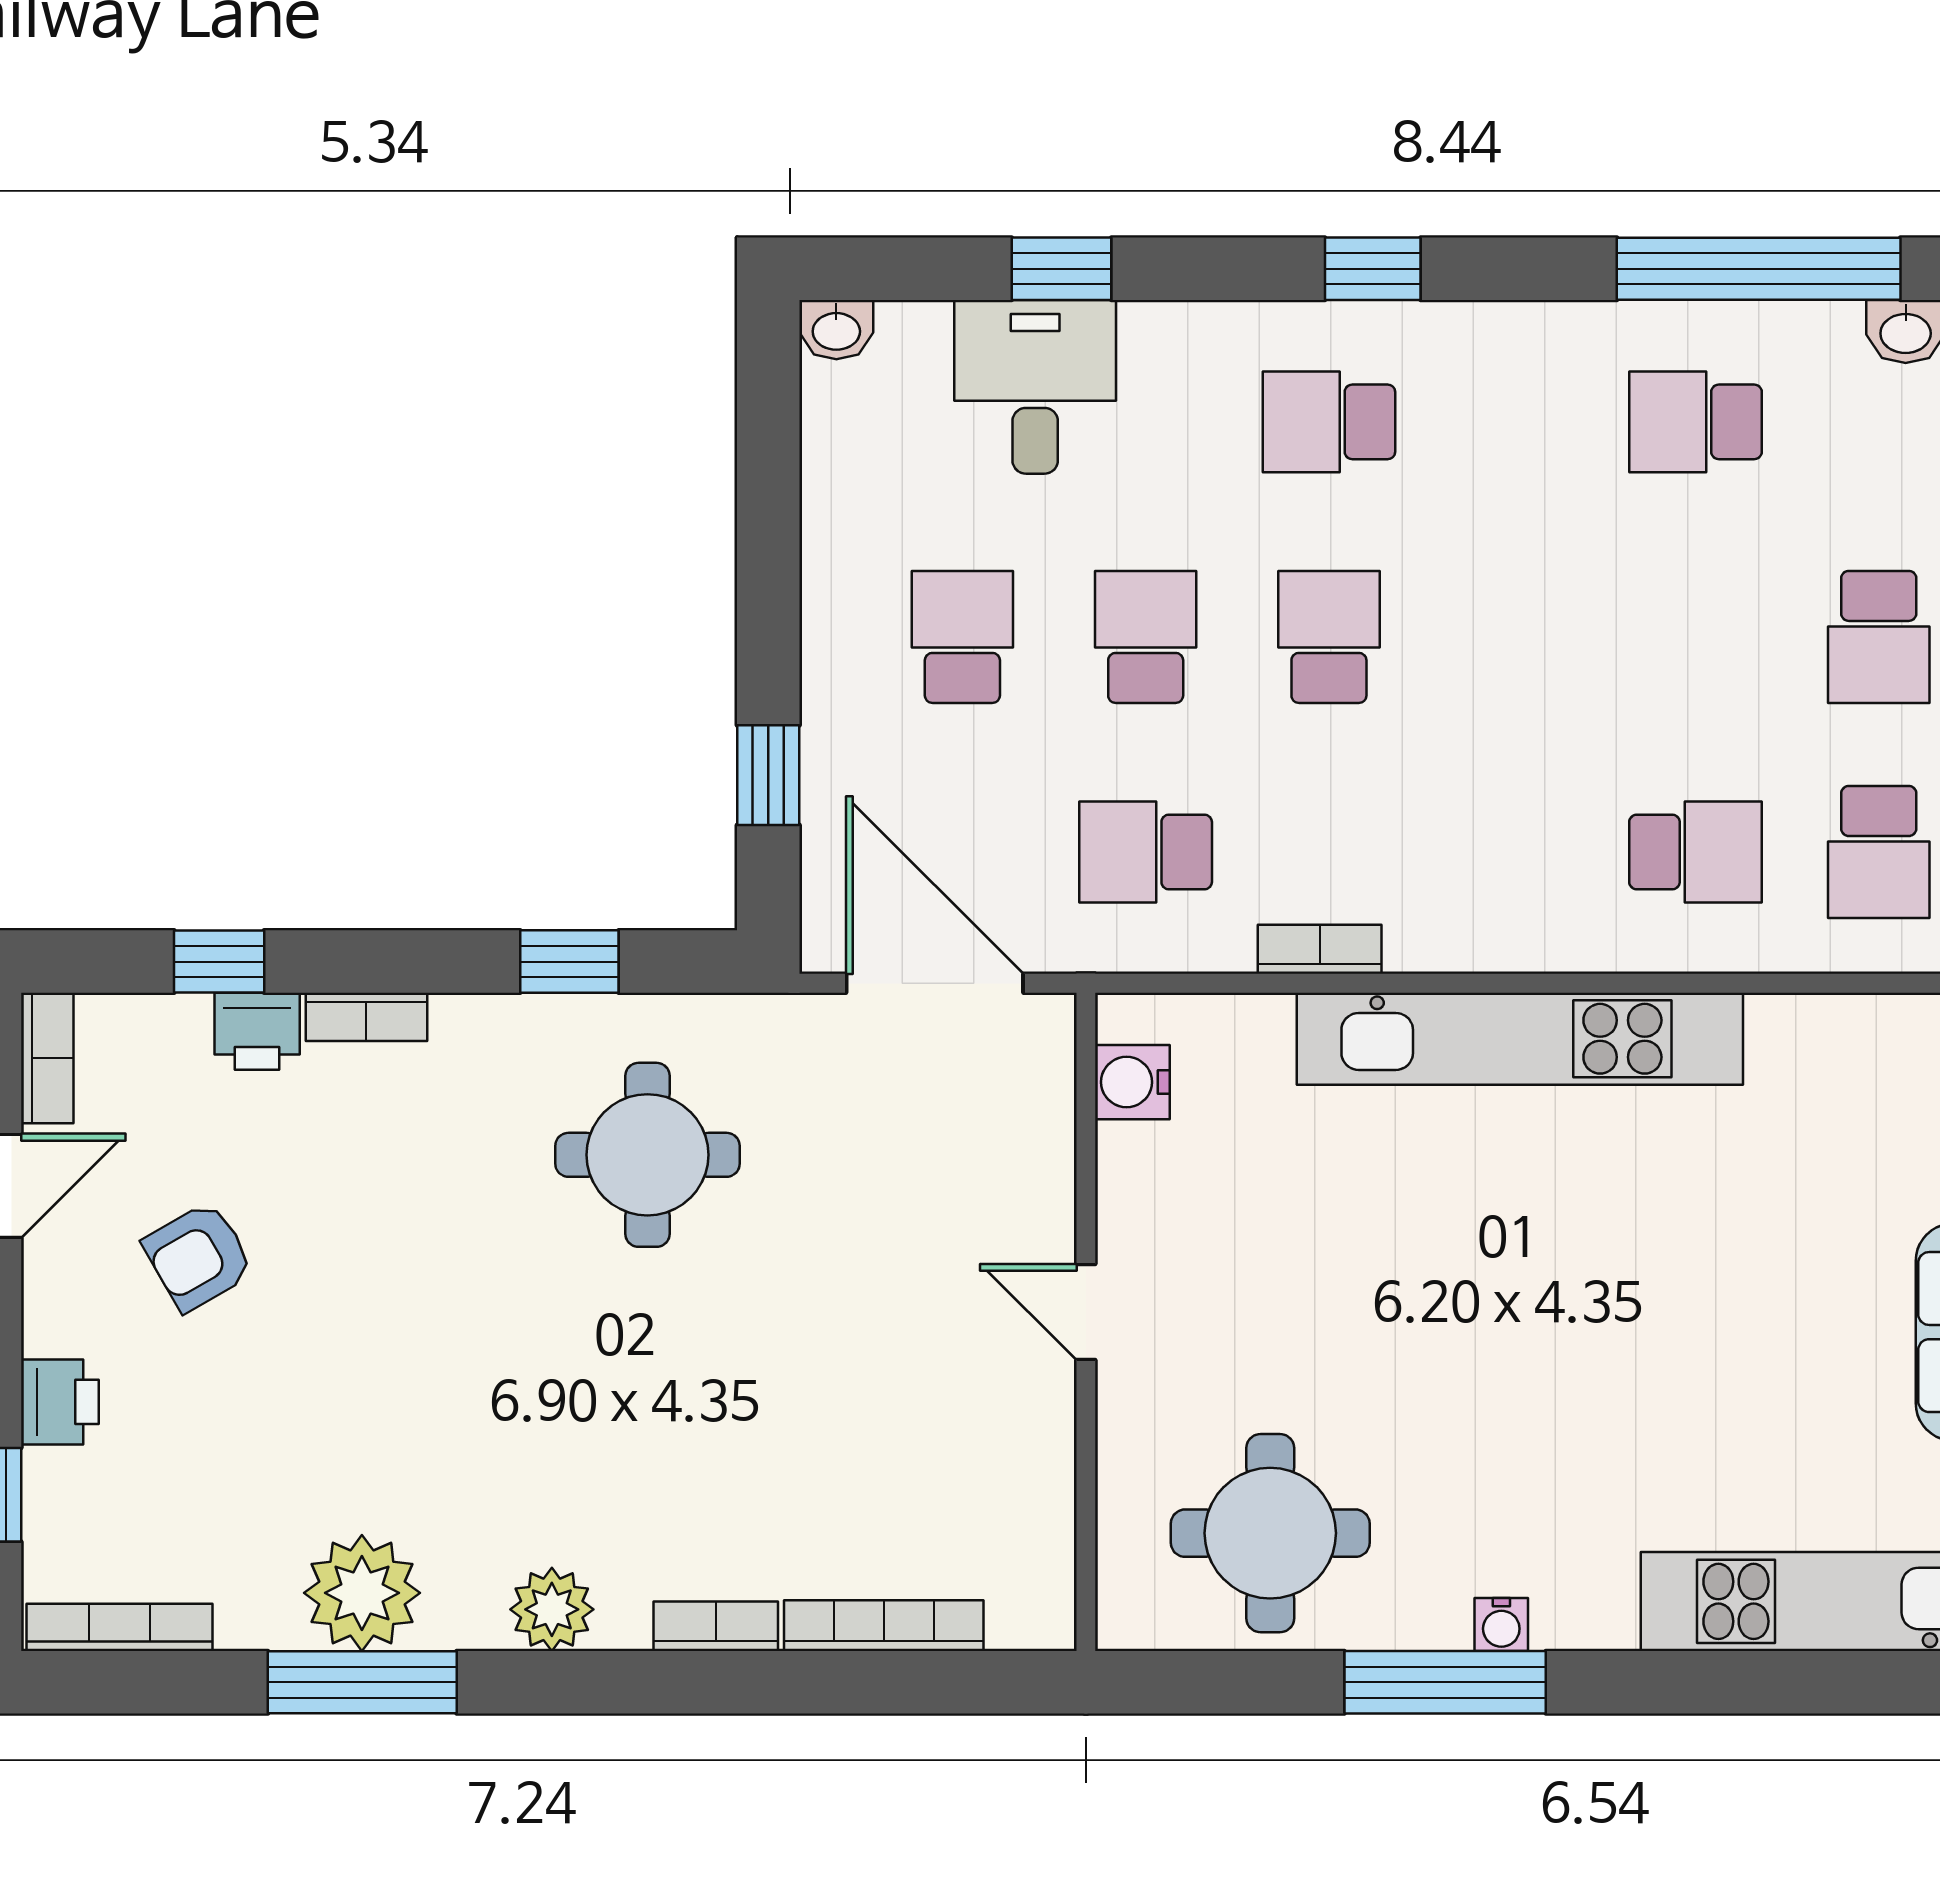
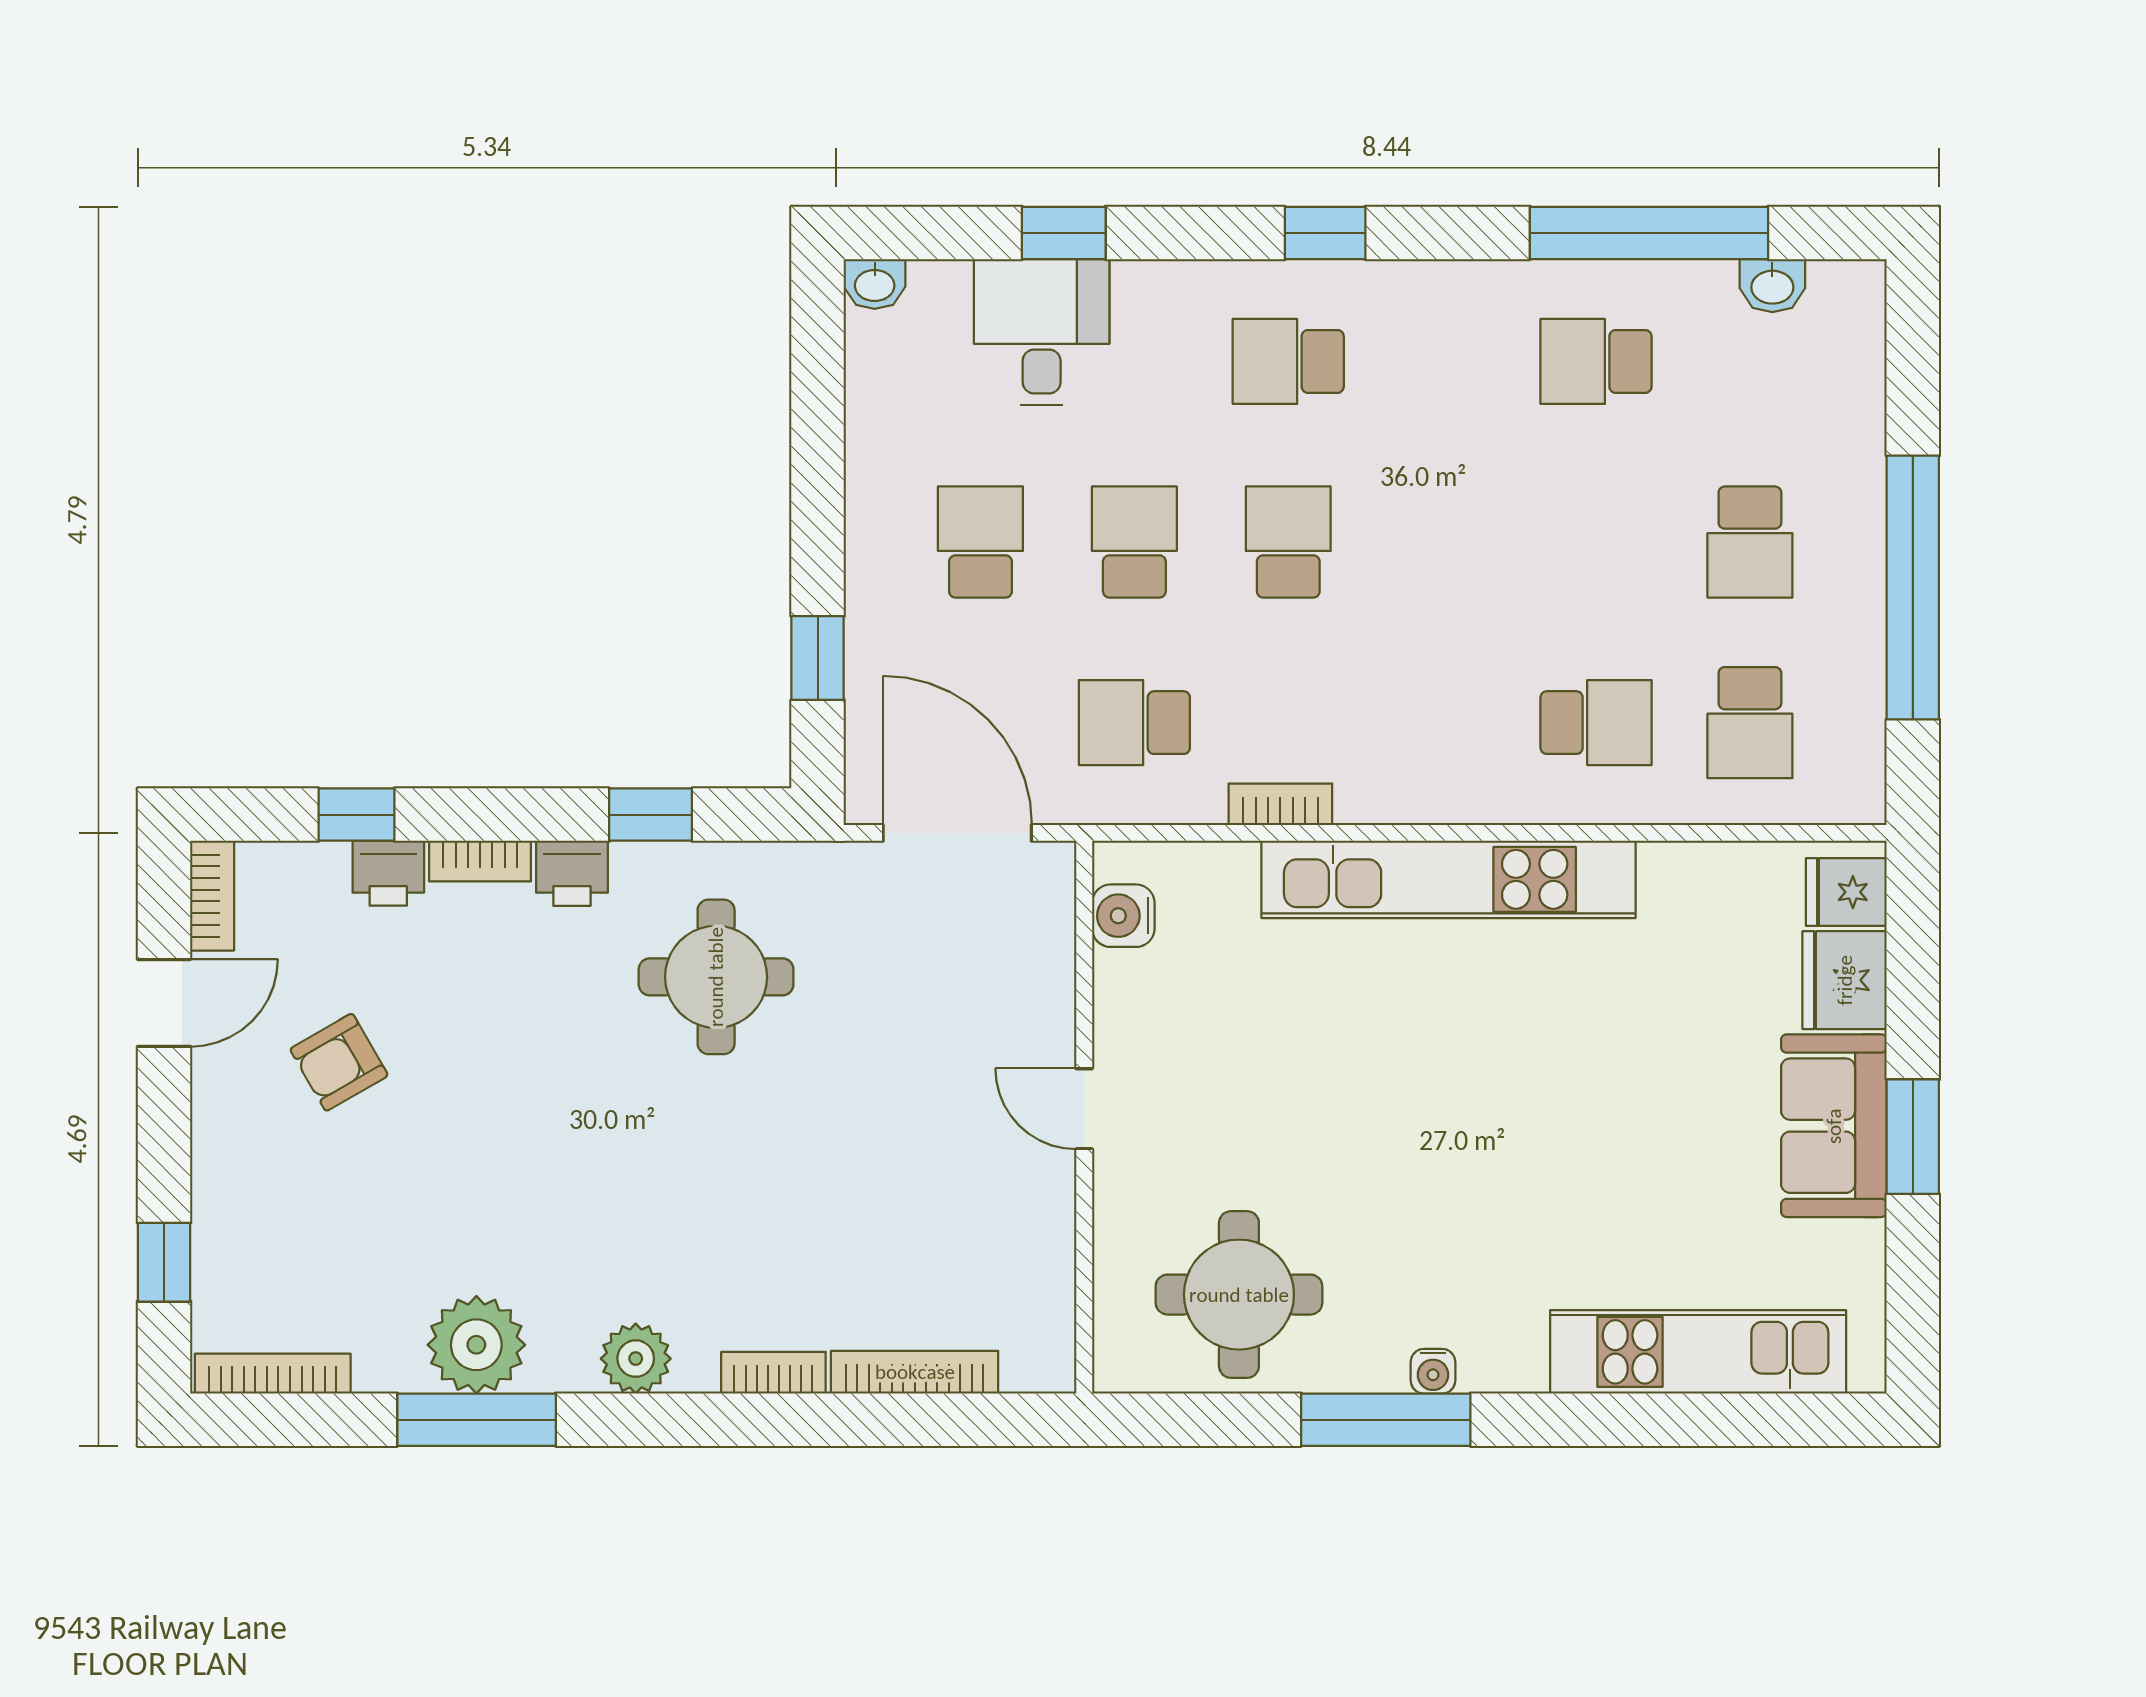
printer: (60, 1402) -> (572, 873), moved, turned 90

